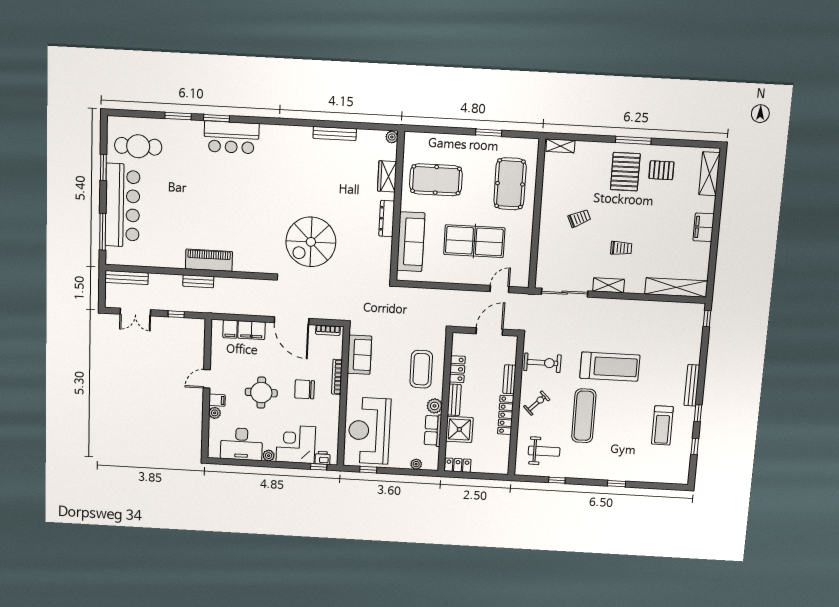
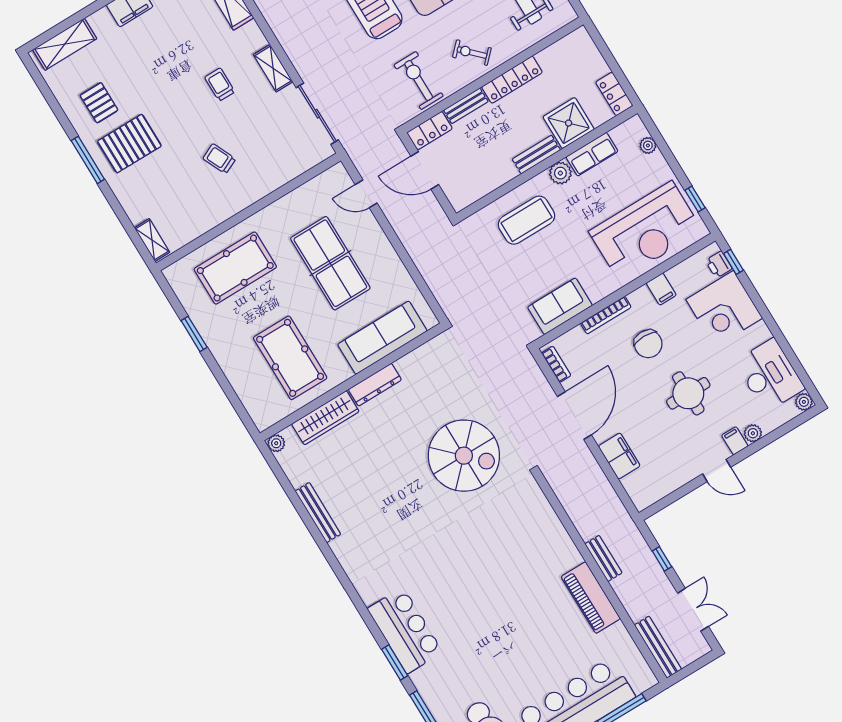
wardrobe: (387, 176) -> (325, 418), width x1.50
piano: (209, 260) -> (591, 598), moved
filing cabinet: (230, 329) -> (661, 289), moved, turned 90
locker: (457, 369) -> (430, 131), moved, turned 180
plant: (269, 456) -> (804, 402), moved

